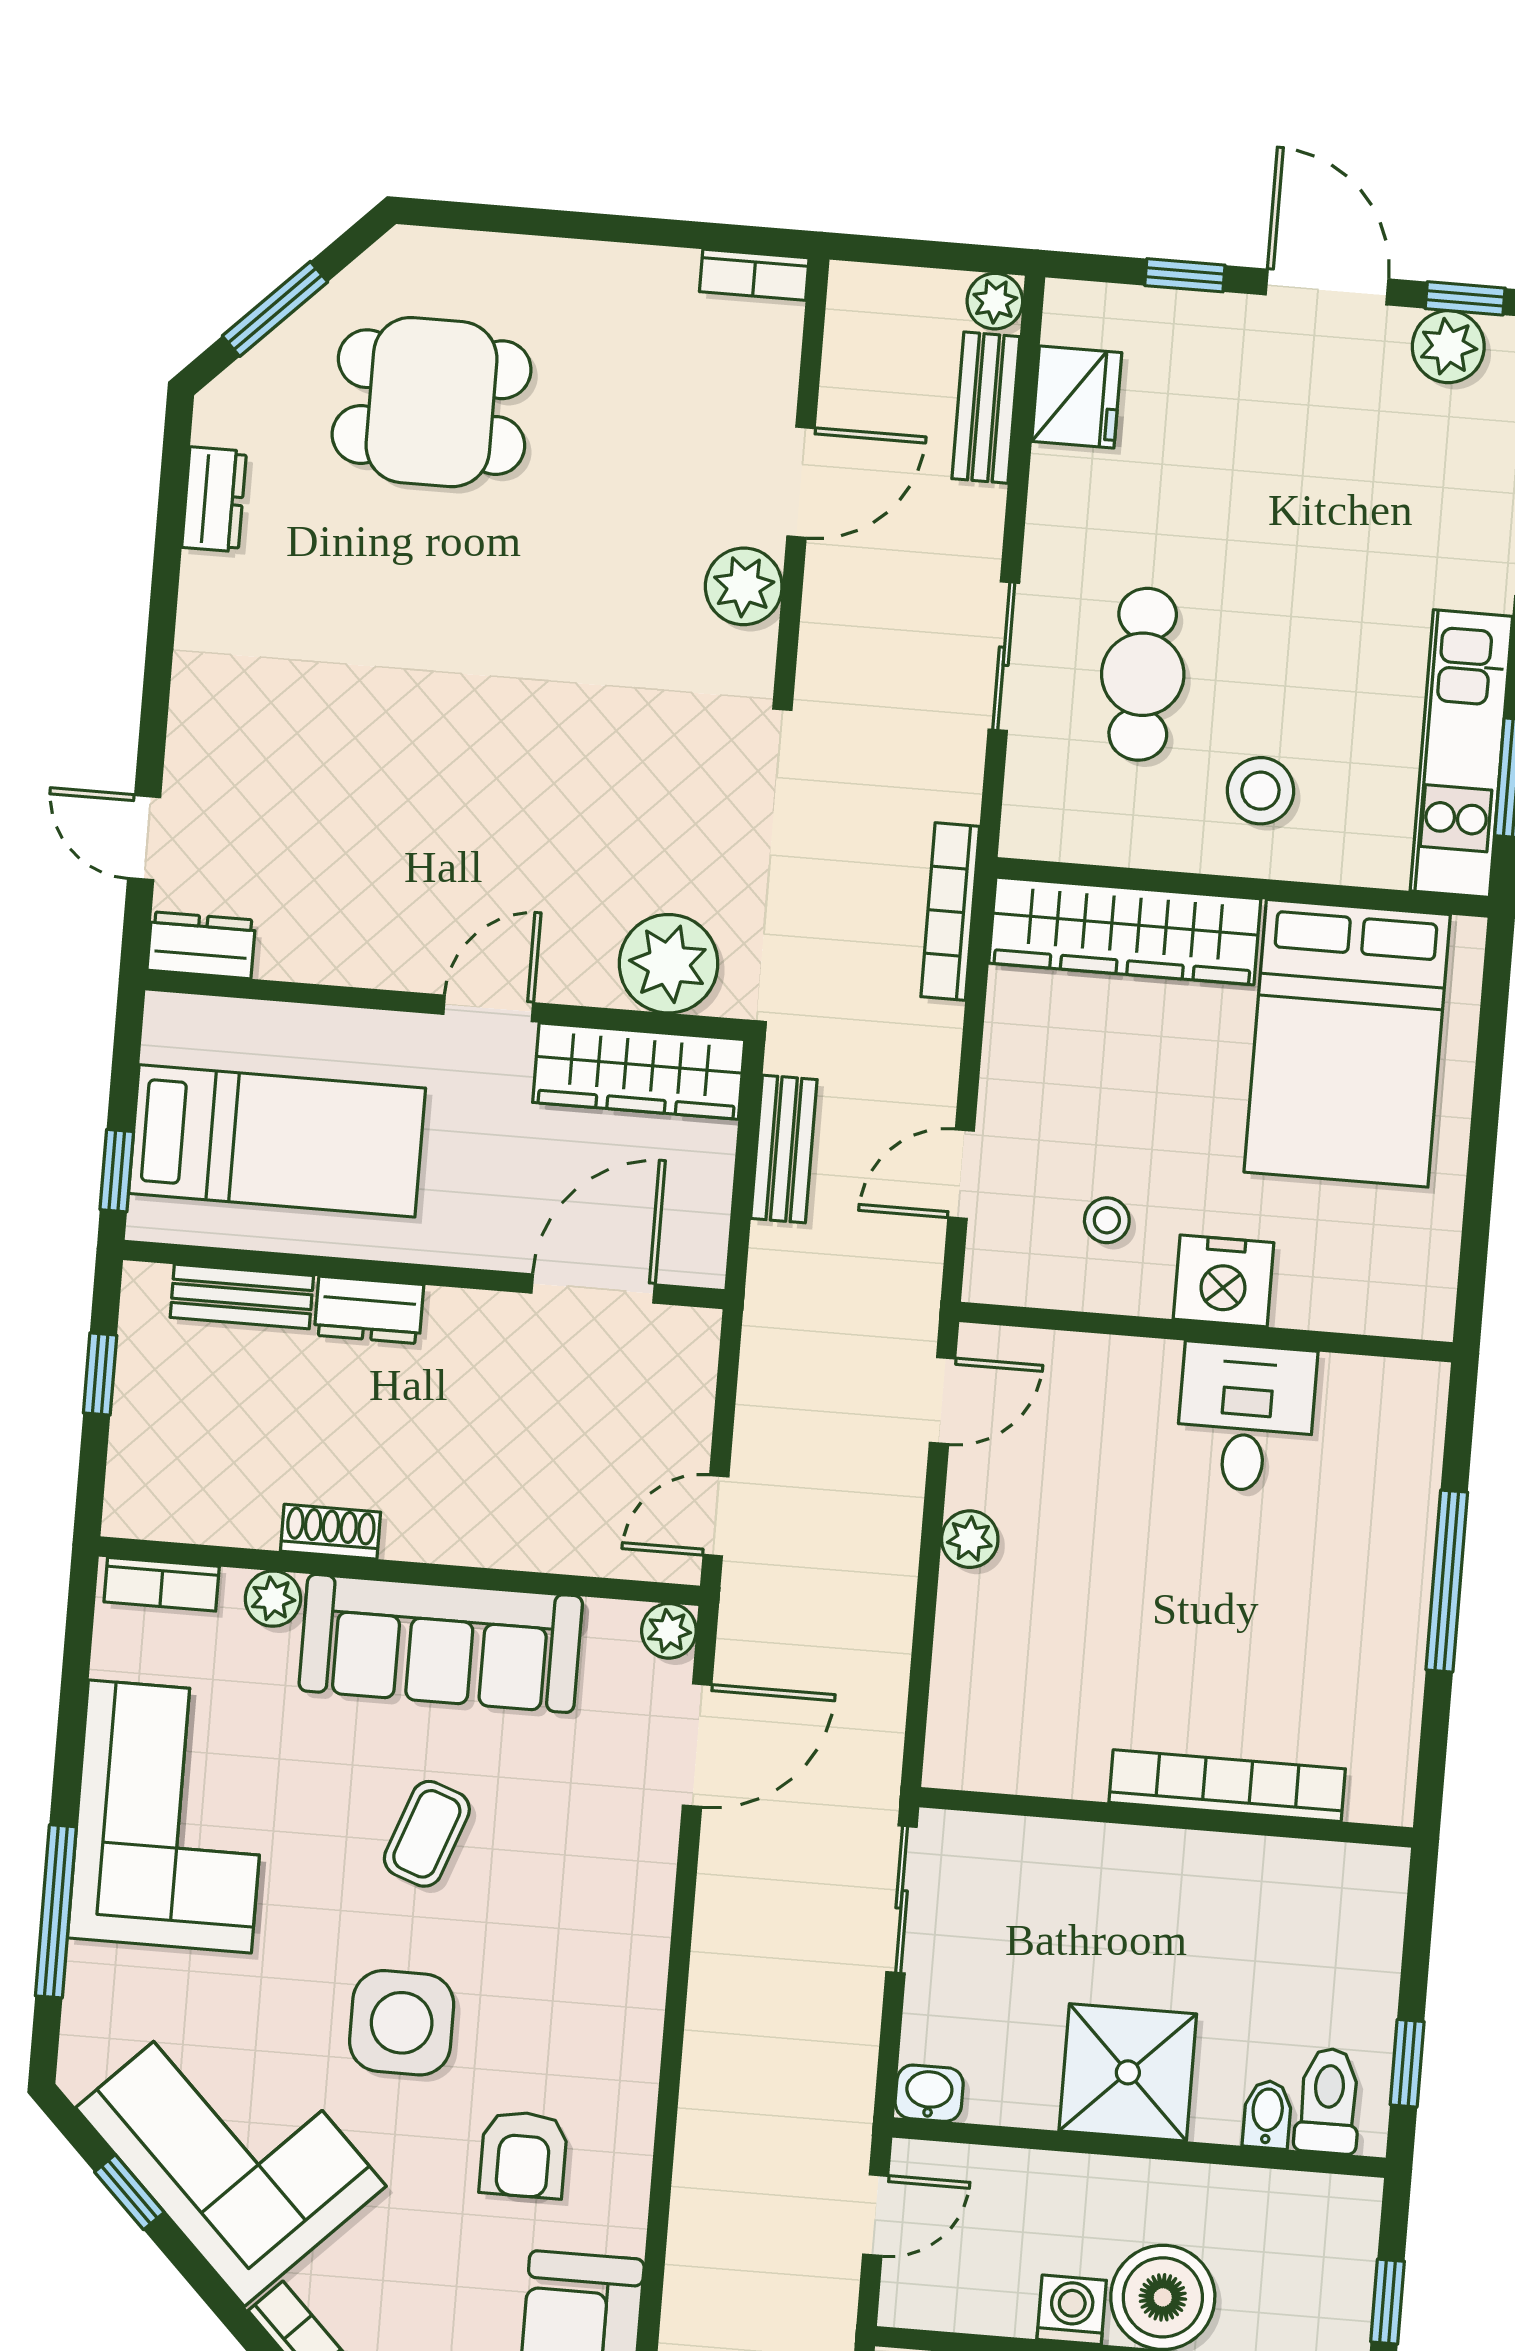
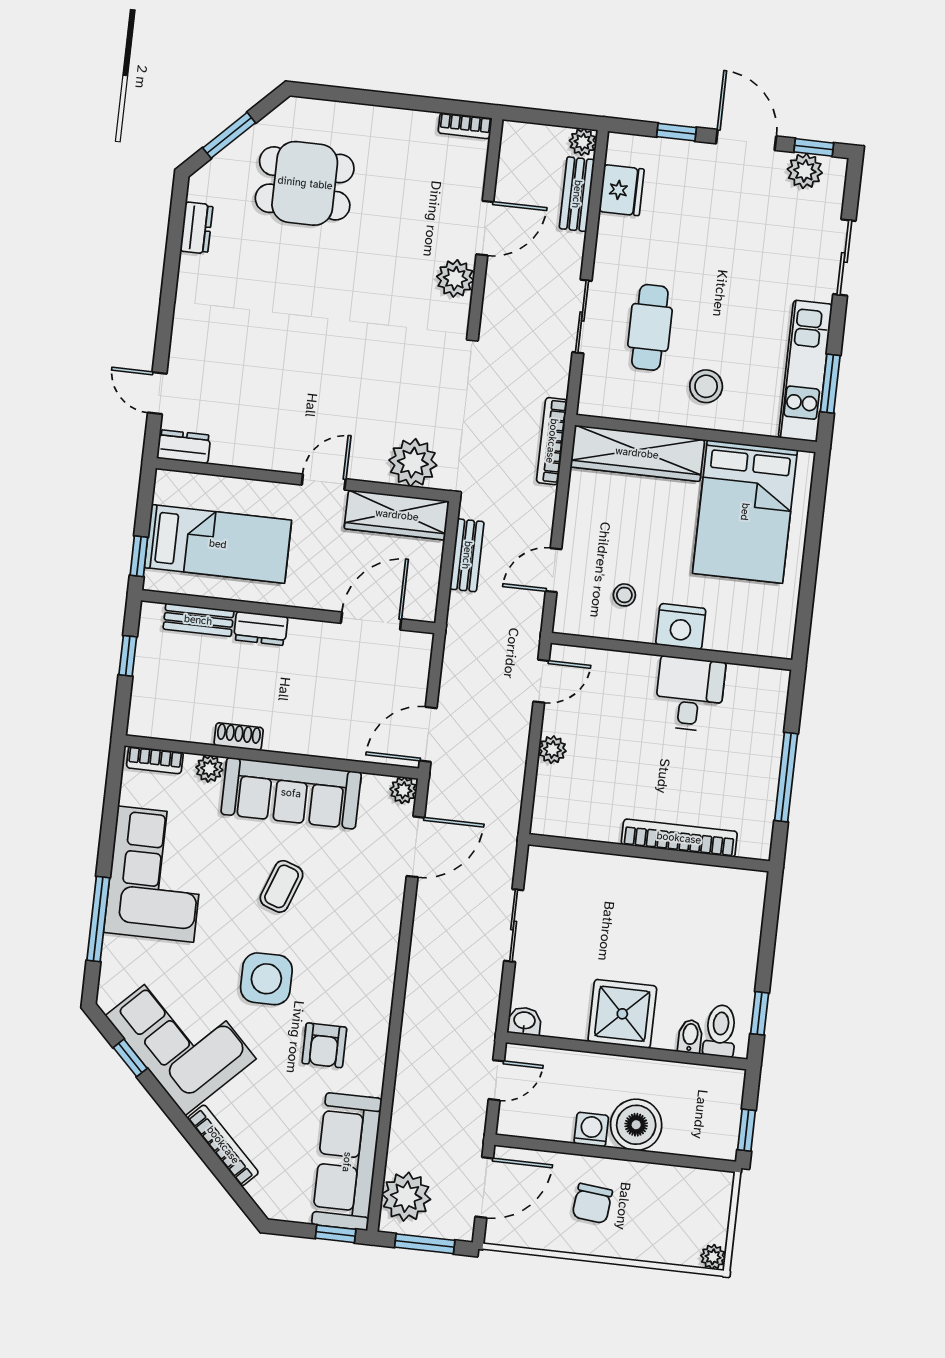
door: (716, 1516) -> (428, 734), width x1.38
bookcase: (1227, 1786) -> (679, 838), moved
wall: (1166, 1817) -> (649, 853), moved

